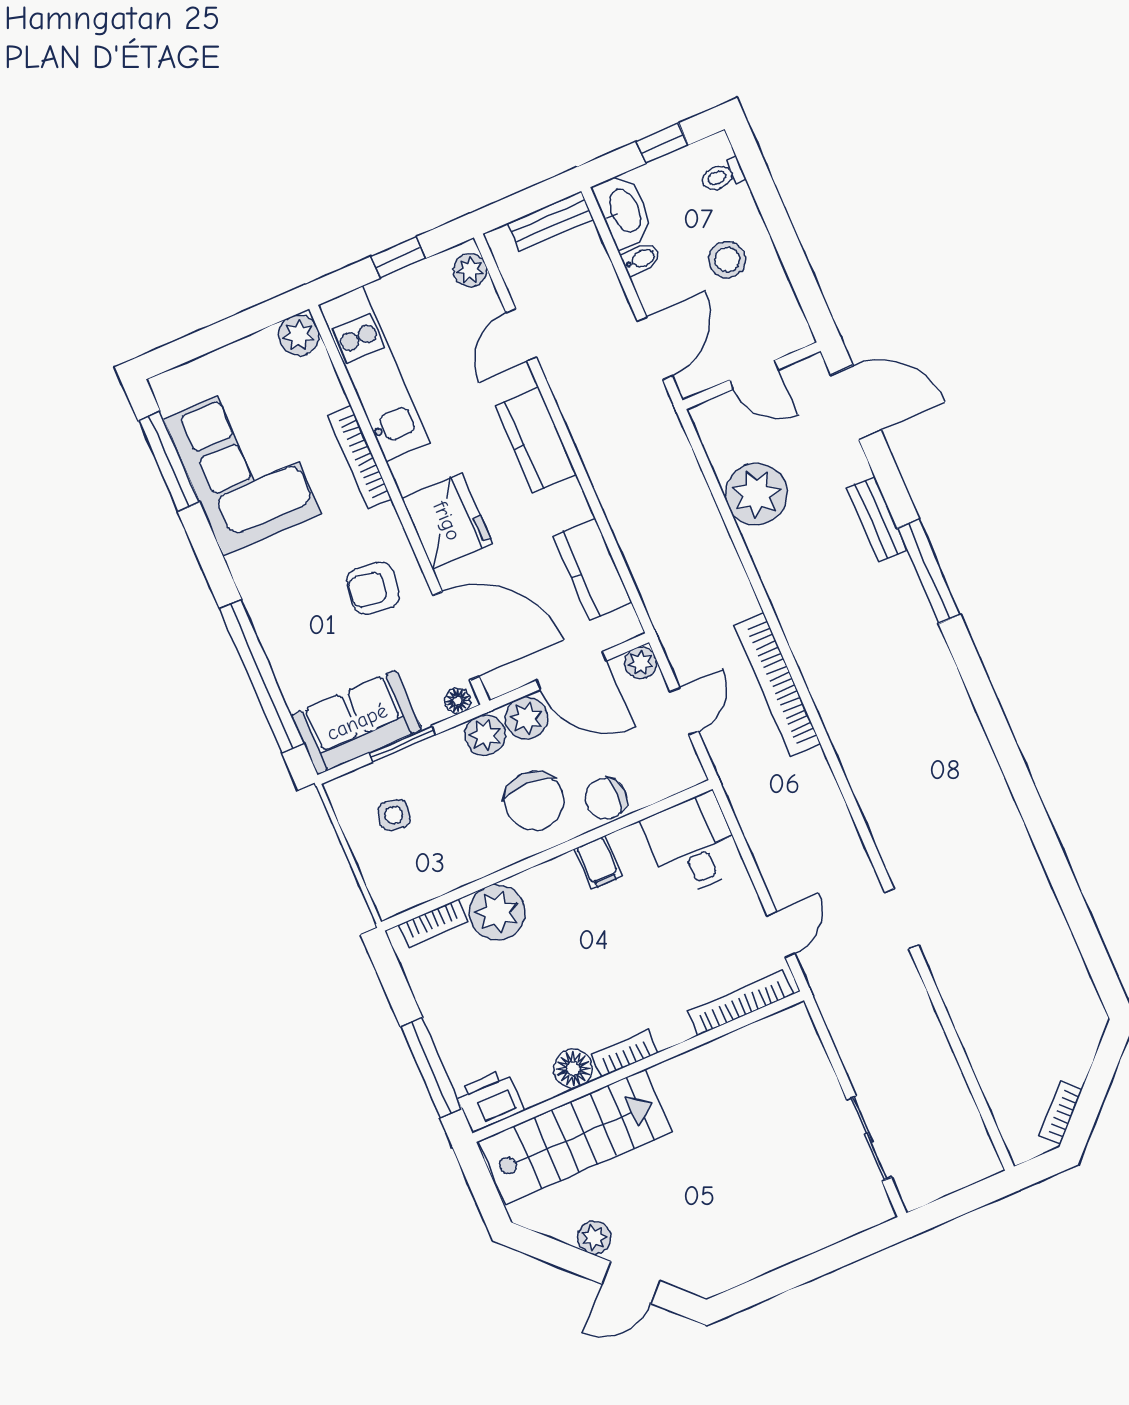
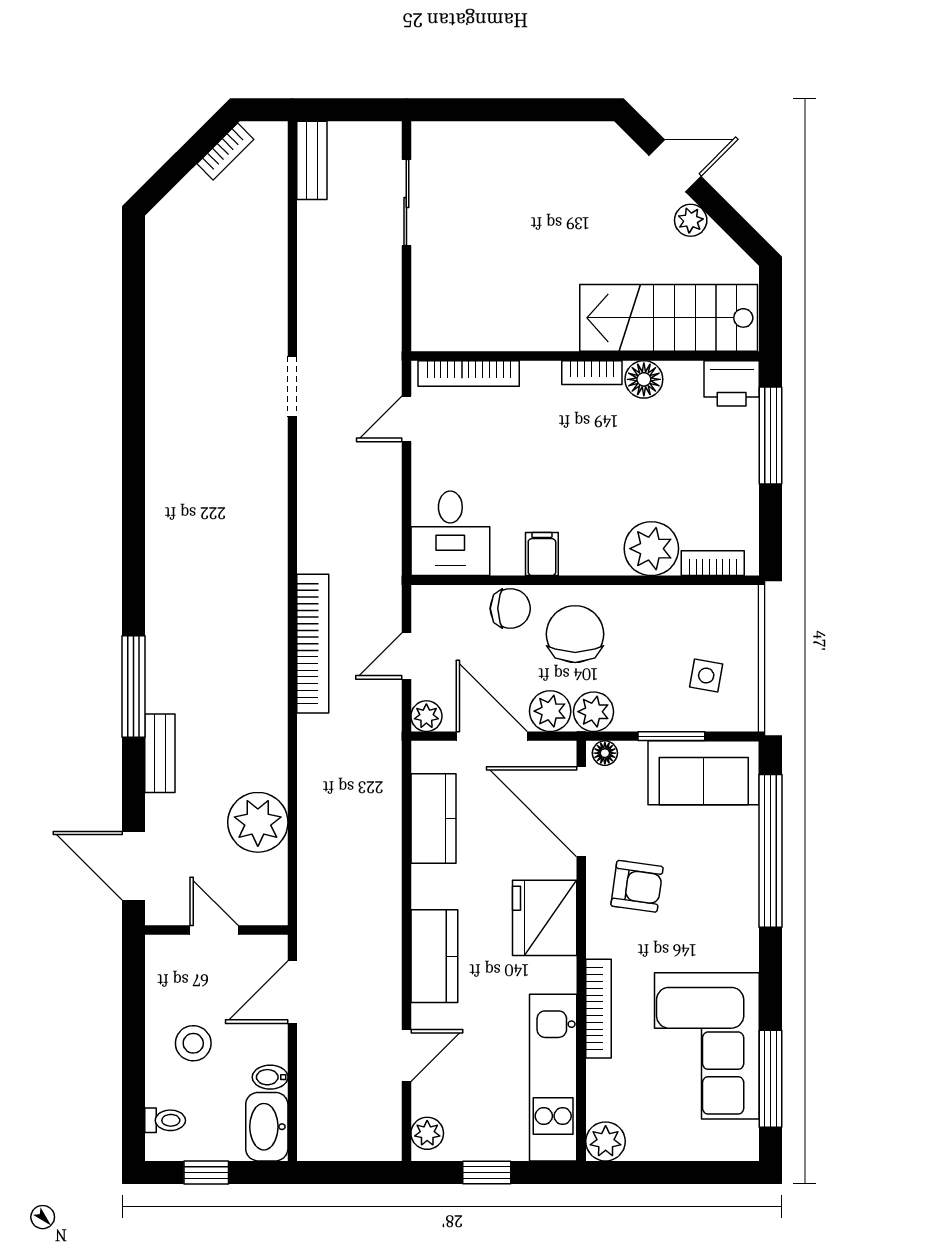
bench: (551, 221) -> (312, 160), moved, turned 90

